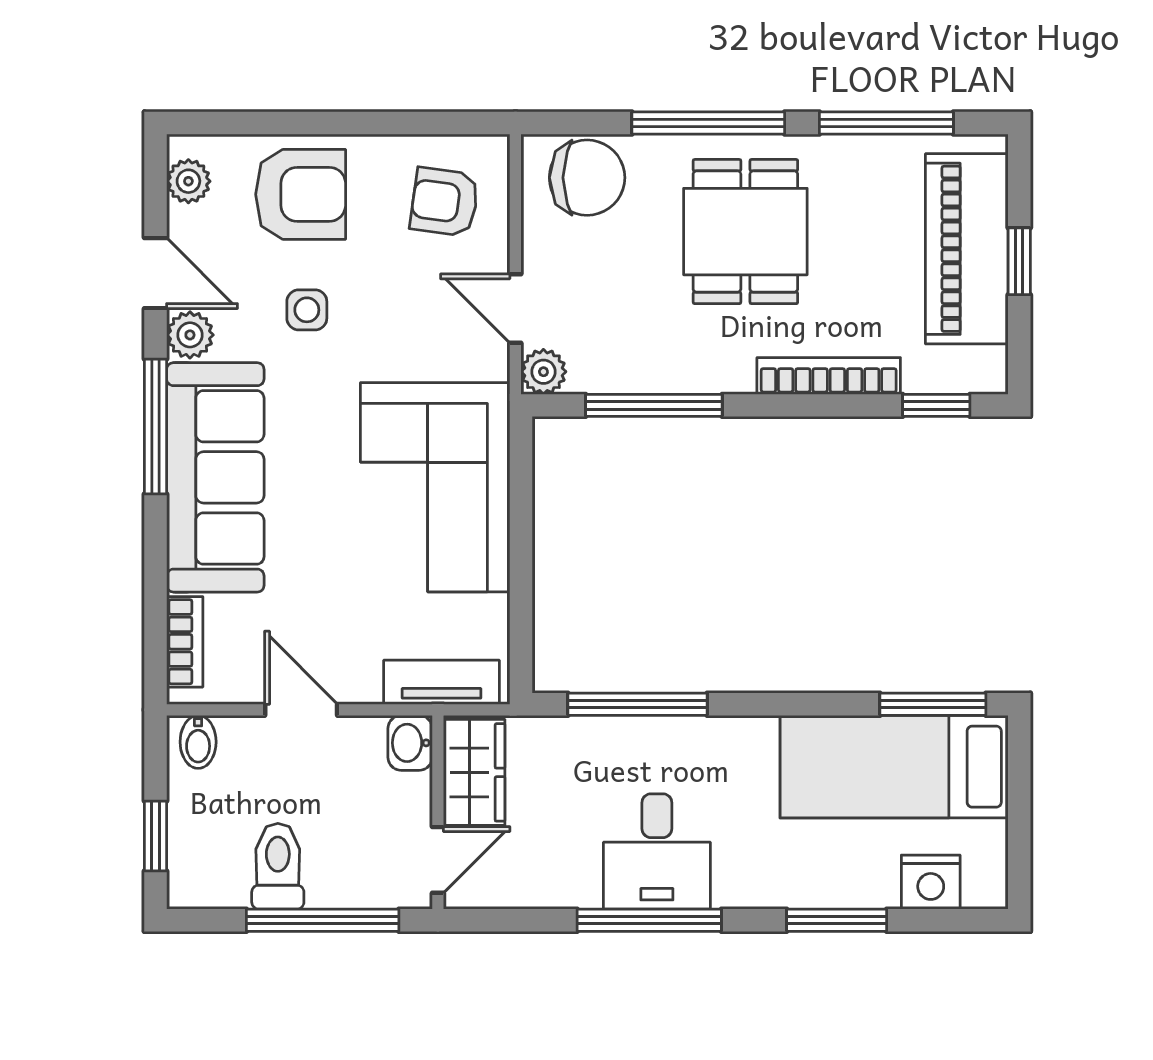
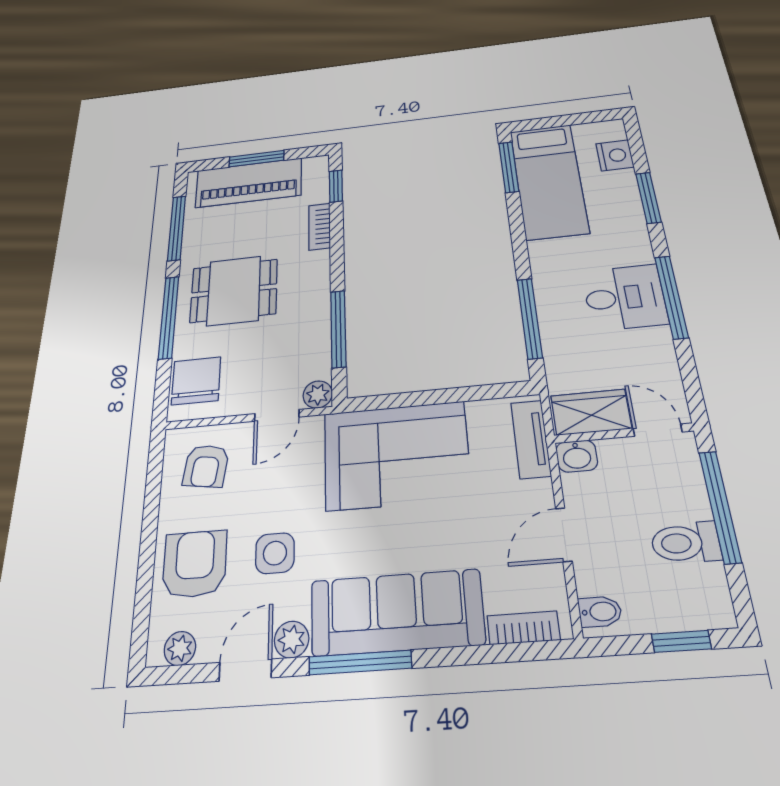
window: (1019, 261) -> (256, 159), width x1.50
side table: (307, 310) -> (275, 553), width x1.37, depth x1.37
bookcase: (829, 376) -> (319, 227), width x0.64

